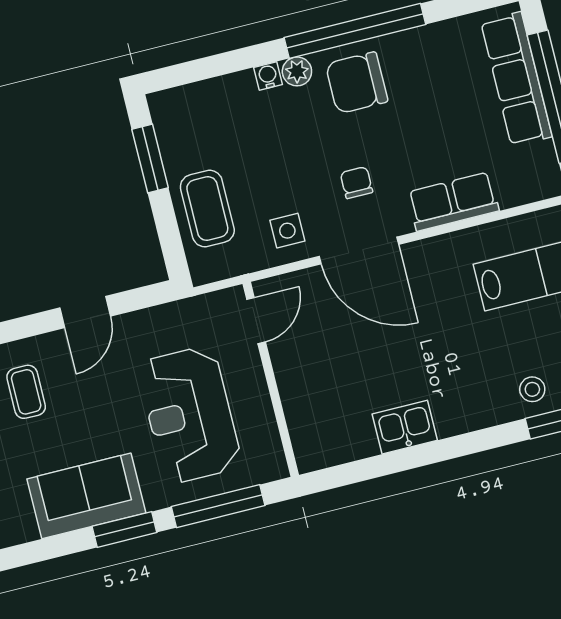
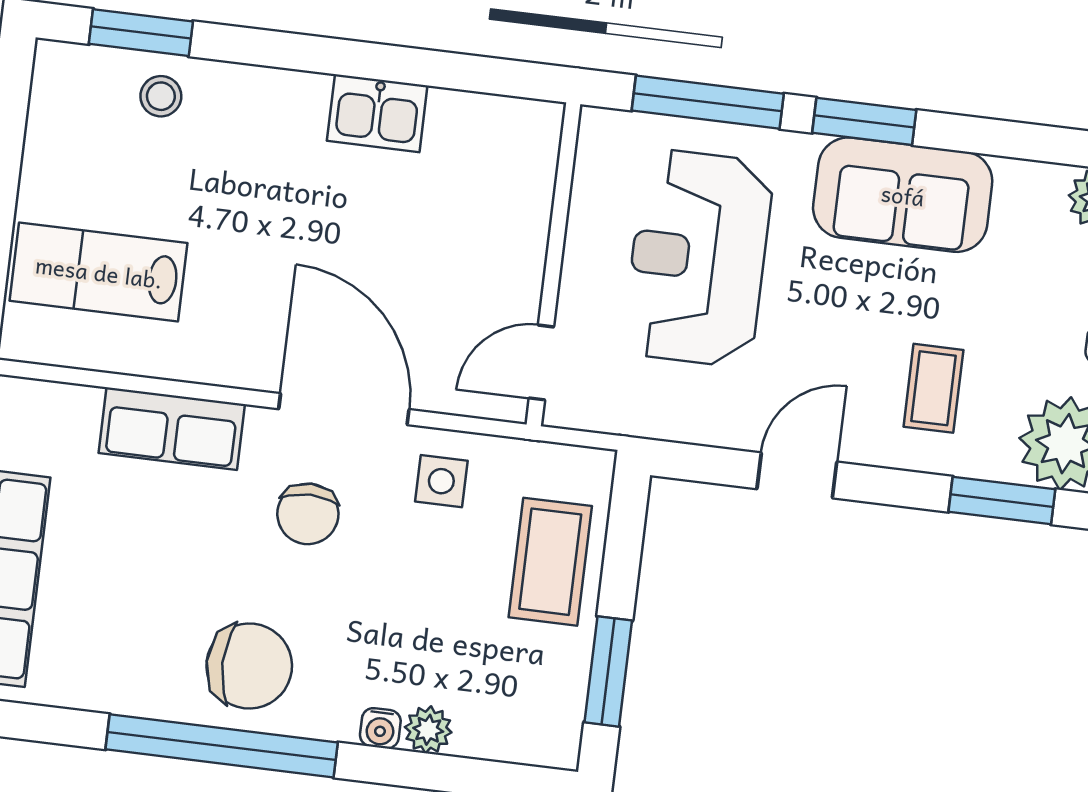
plant: (297, 71) -> (428, 730), moved
chair: (356, 183) -> (308, 514), width x1.37, depth x1.37
reception desk: (189, 415) -> (698, 258), turned 180

